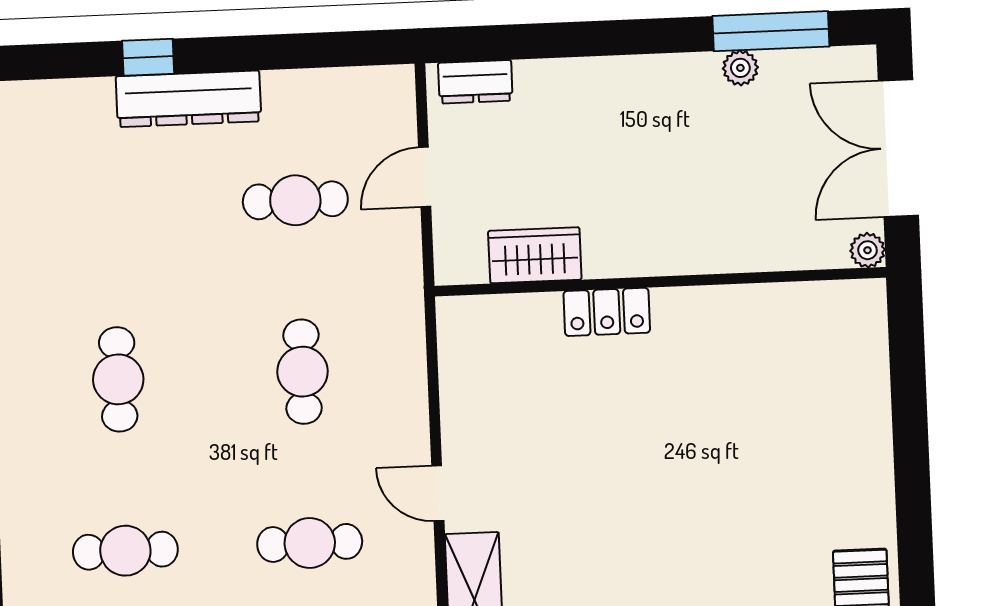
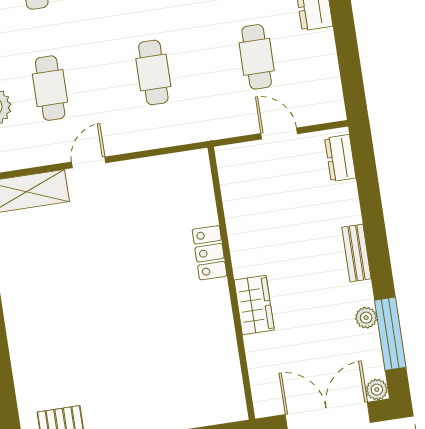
bench: (633, 72) -> (357, 253), added
plant: (868, 250) -> (377, 390), moved
wardrobe: (535, 255) -> (254, 305), moved
cafe table: (303, 372) -> (153, 72), turned 90

